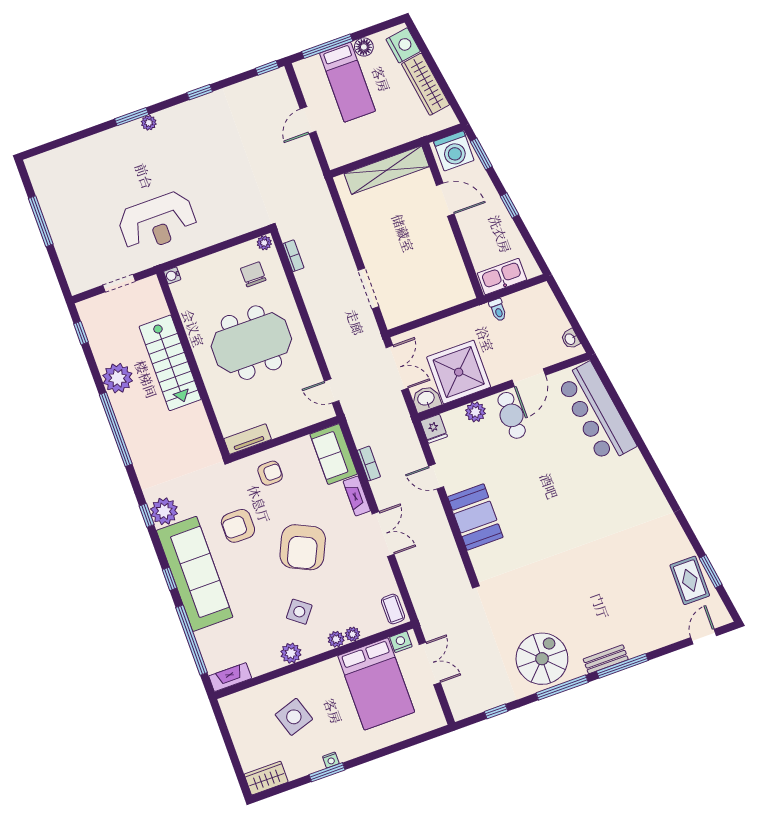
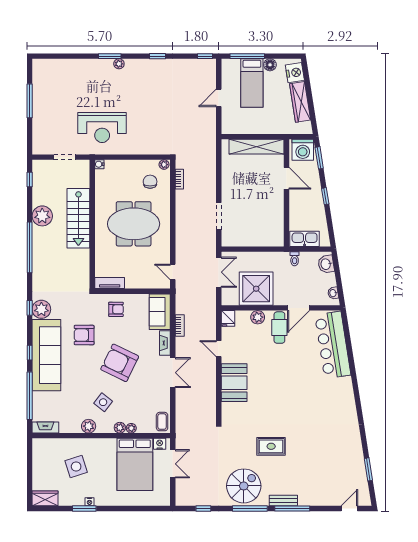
washbasin: (426, 399) -> (326, 264), moved, turned -99
armchair: (303, 547) -> (120, 363), turned 91
rug: (690, 580) -> (271, 446), moved, turned 90

